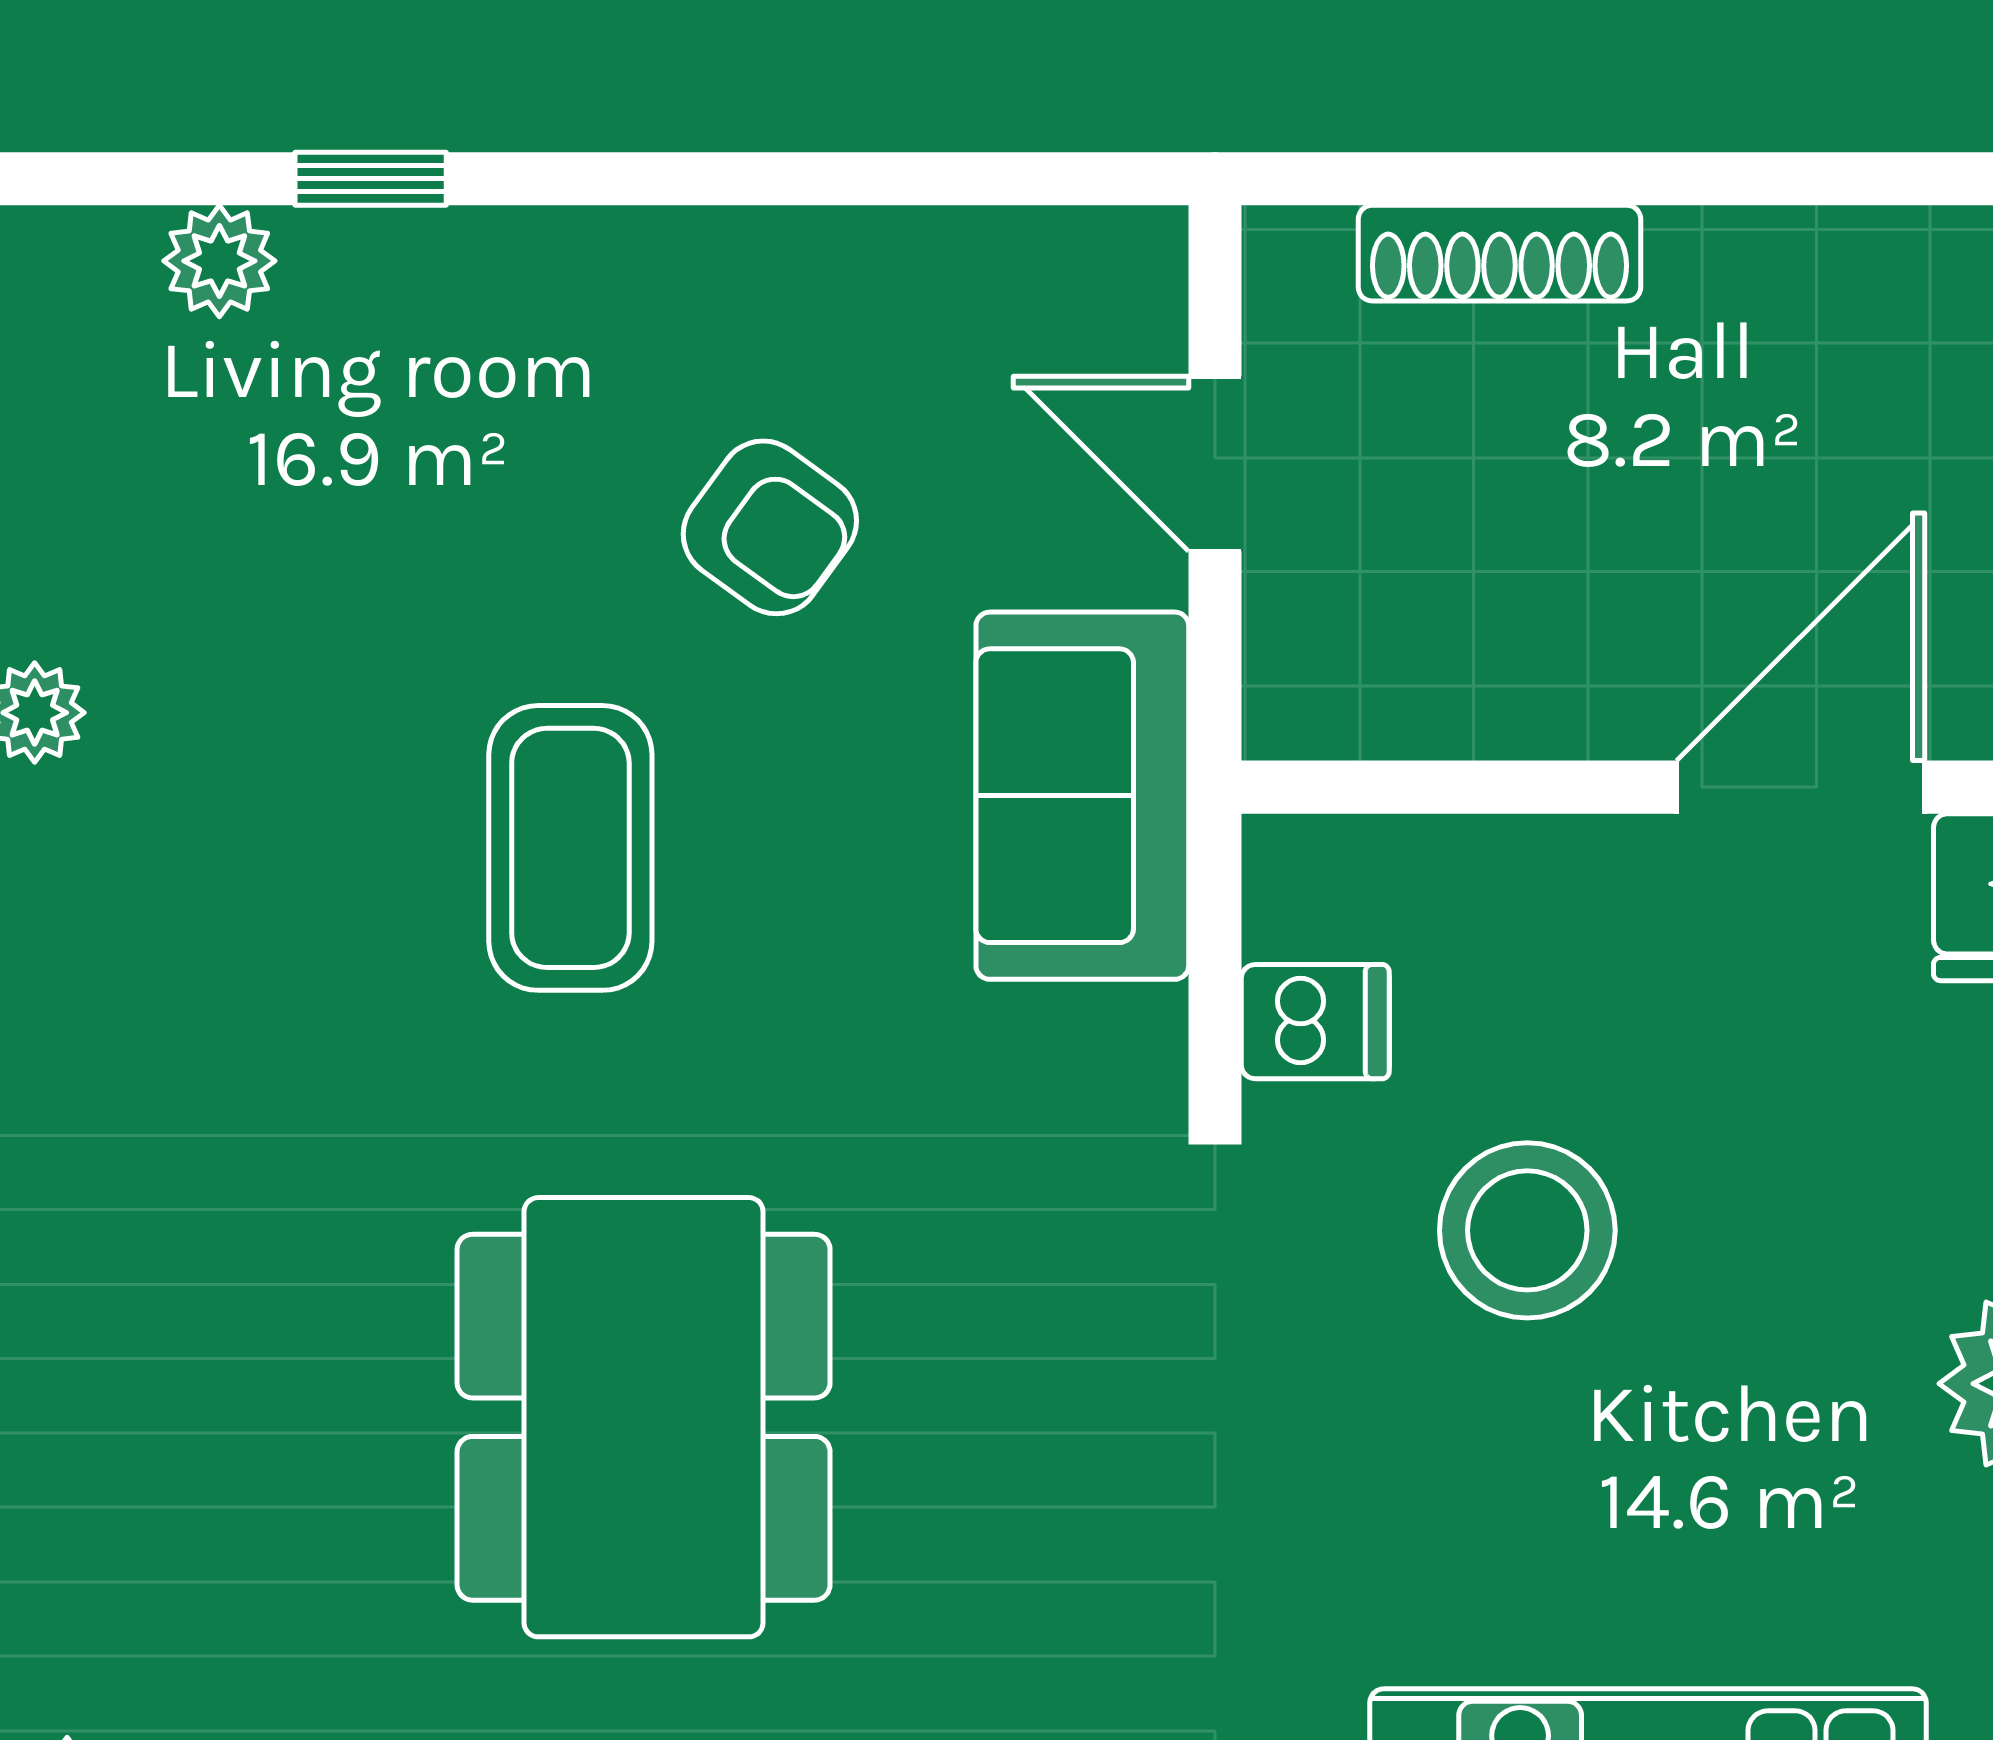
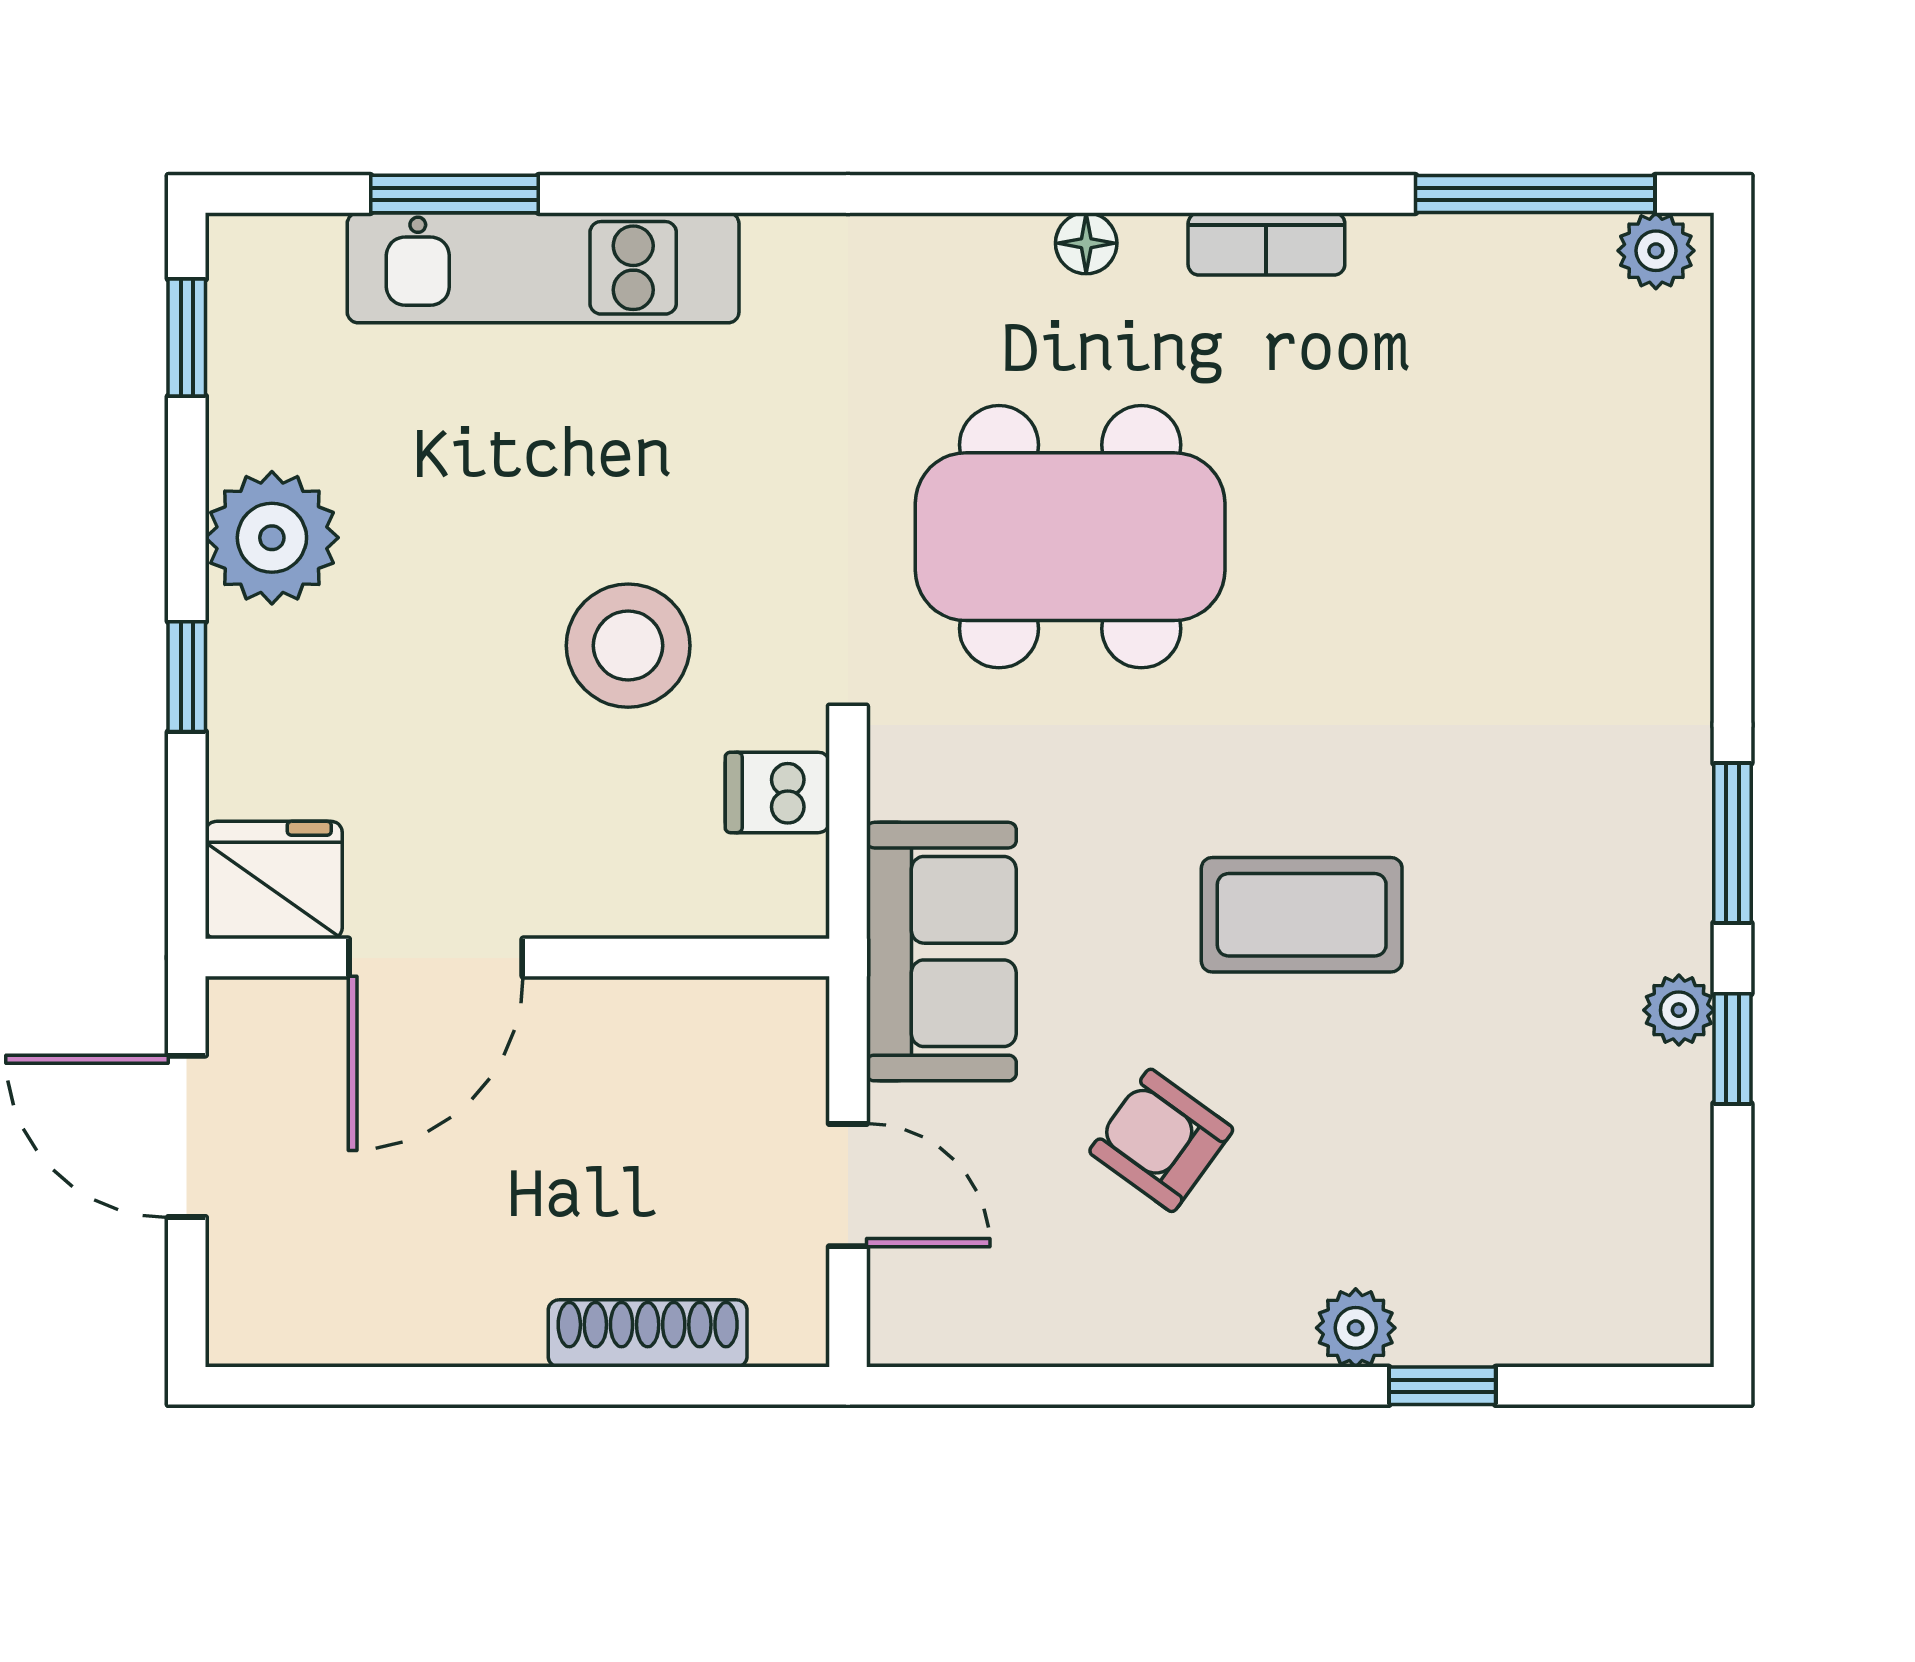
plant: (219, 261) -> (1356, 1328), moved
coffee table: (570, 848) -> (1302, 915), turned 90
dining table: (644, 1417) -> (1070, 537), moved, turned 90

